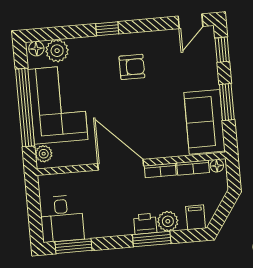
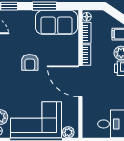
armchair: (132, 67) -> (30, 62), moved, turned 180
door: (121, 165) -> (80, 81), hinge flipped

